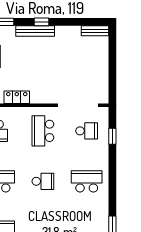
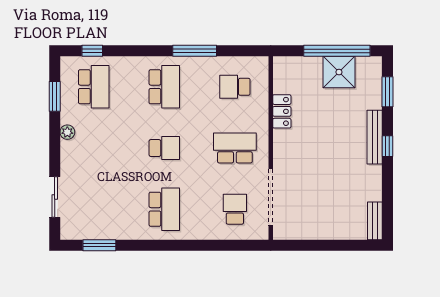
school desk: (87, 131) -> (235, 209), turned 180
window: (112, 136) -> (227, 245), removed
school desk: (43, 181) -> (164, 148), turned -90

